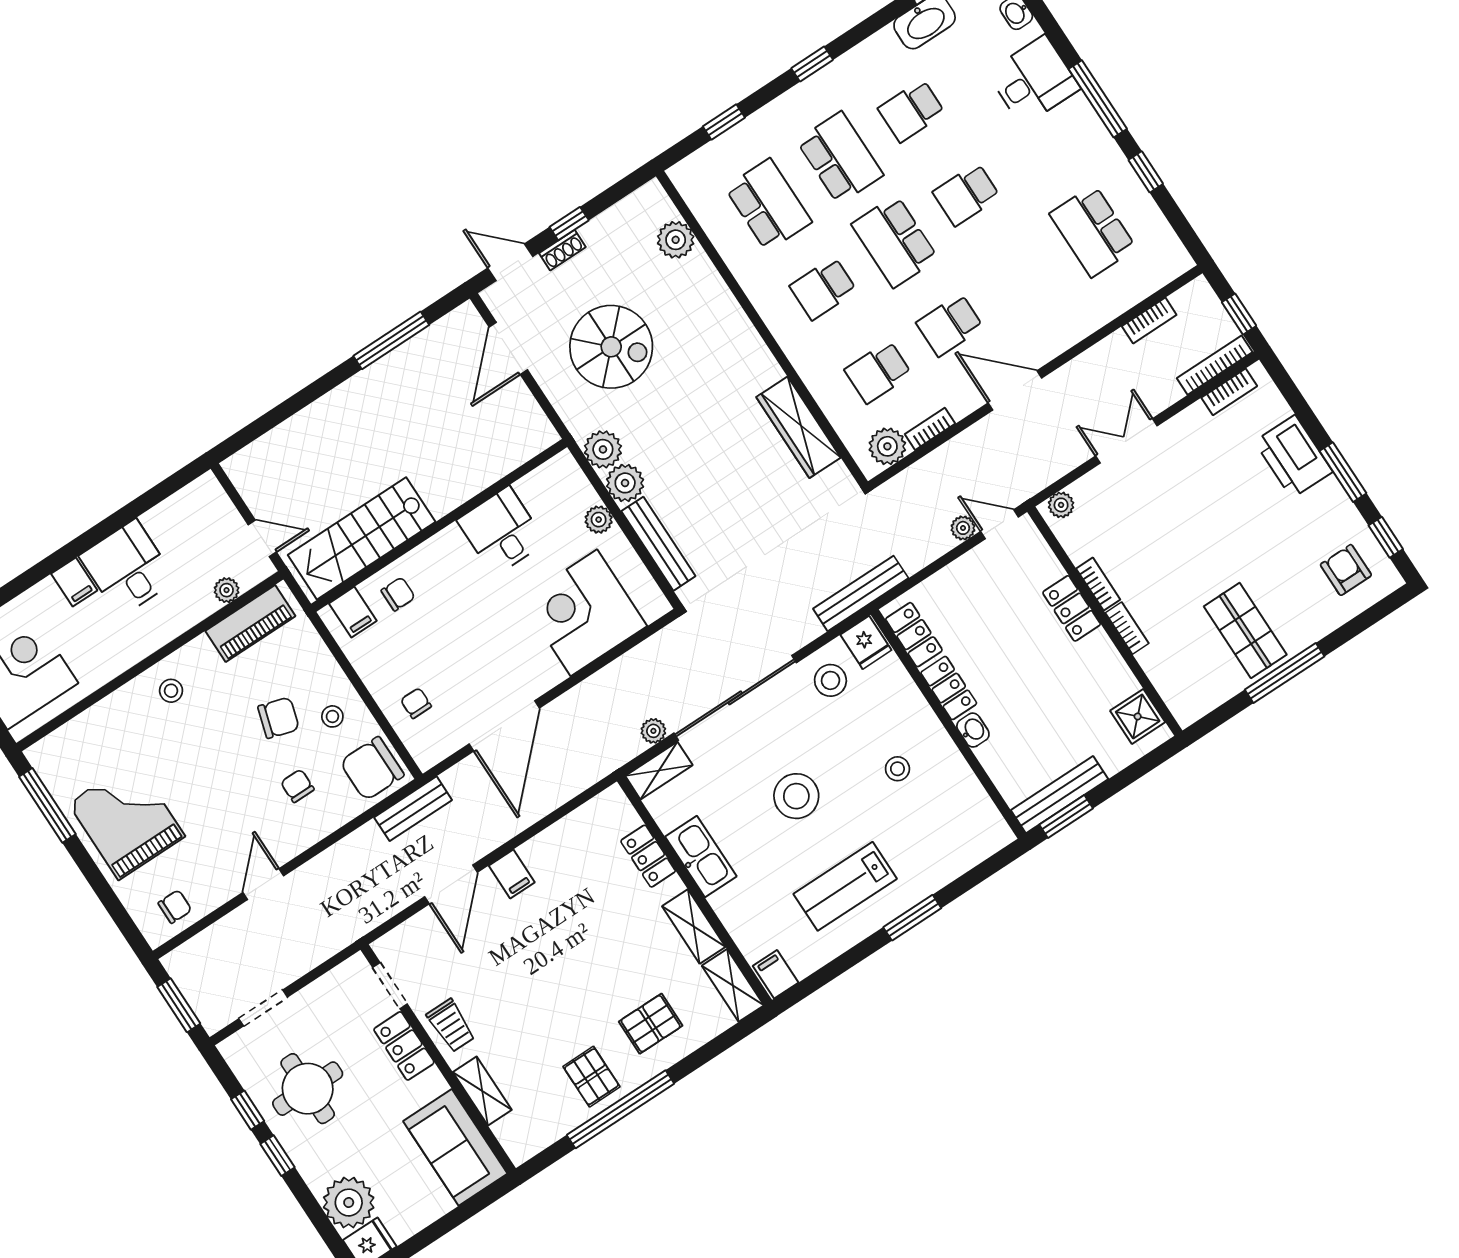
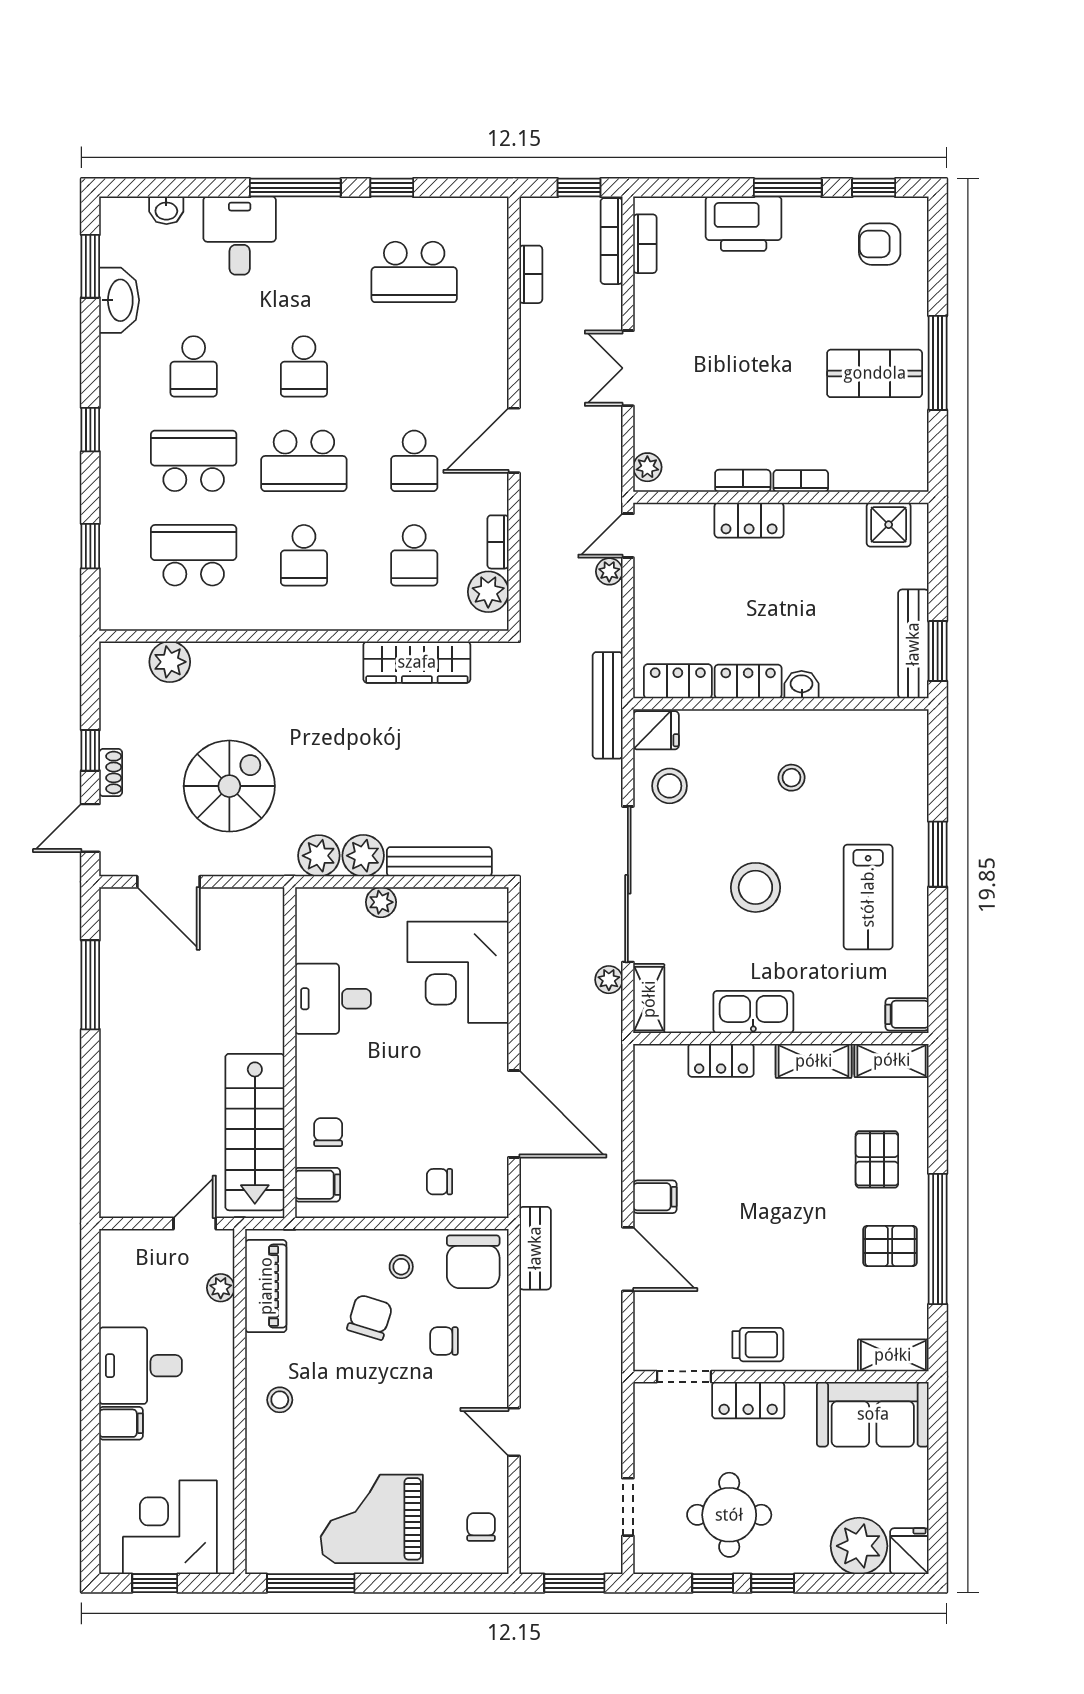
shelving: (482, 1091) -> (893, 1355), moved

